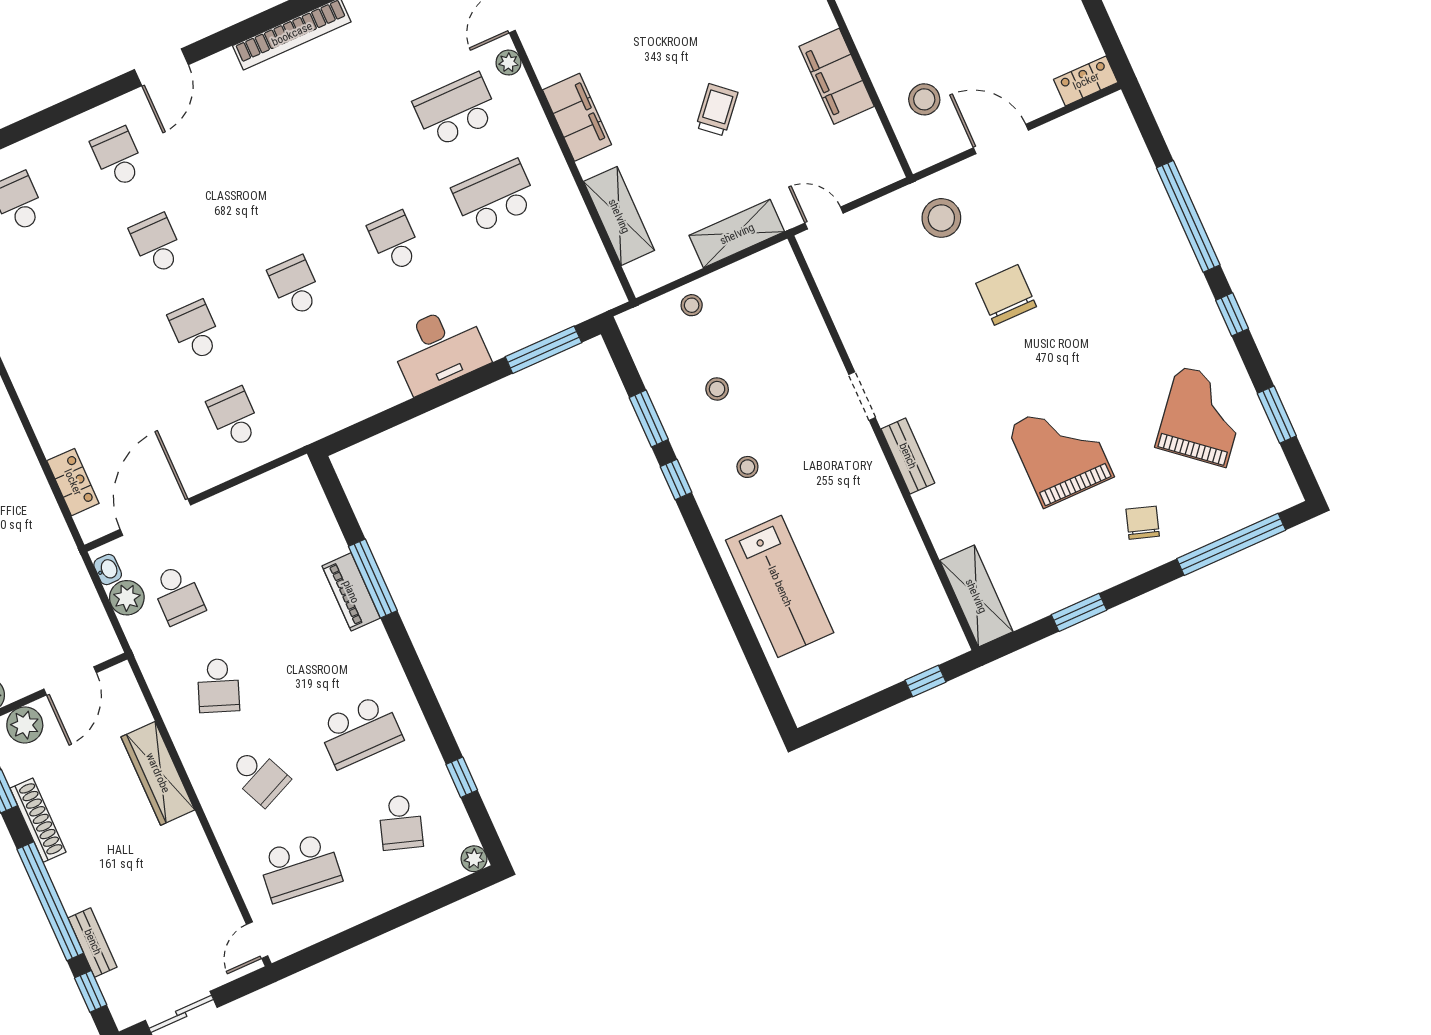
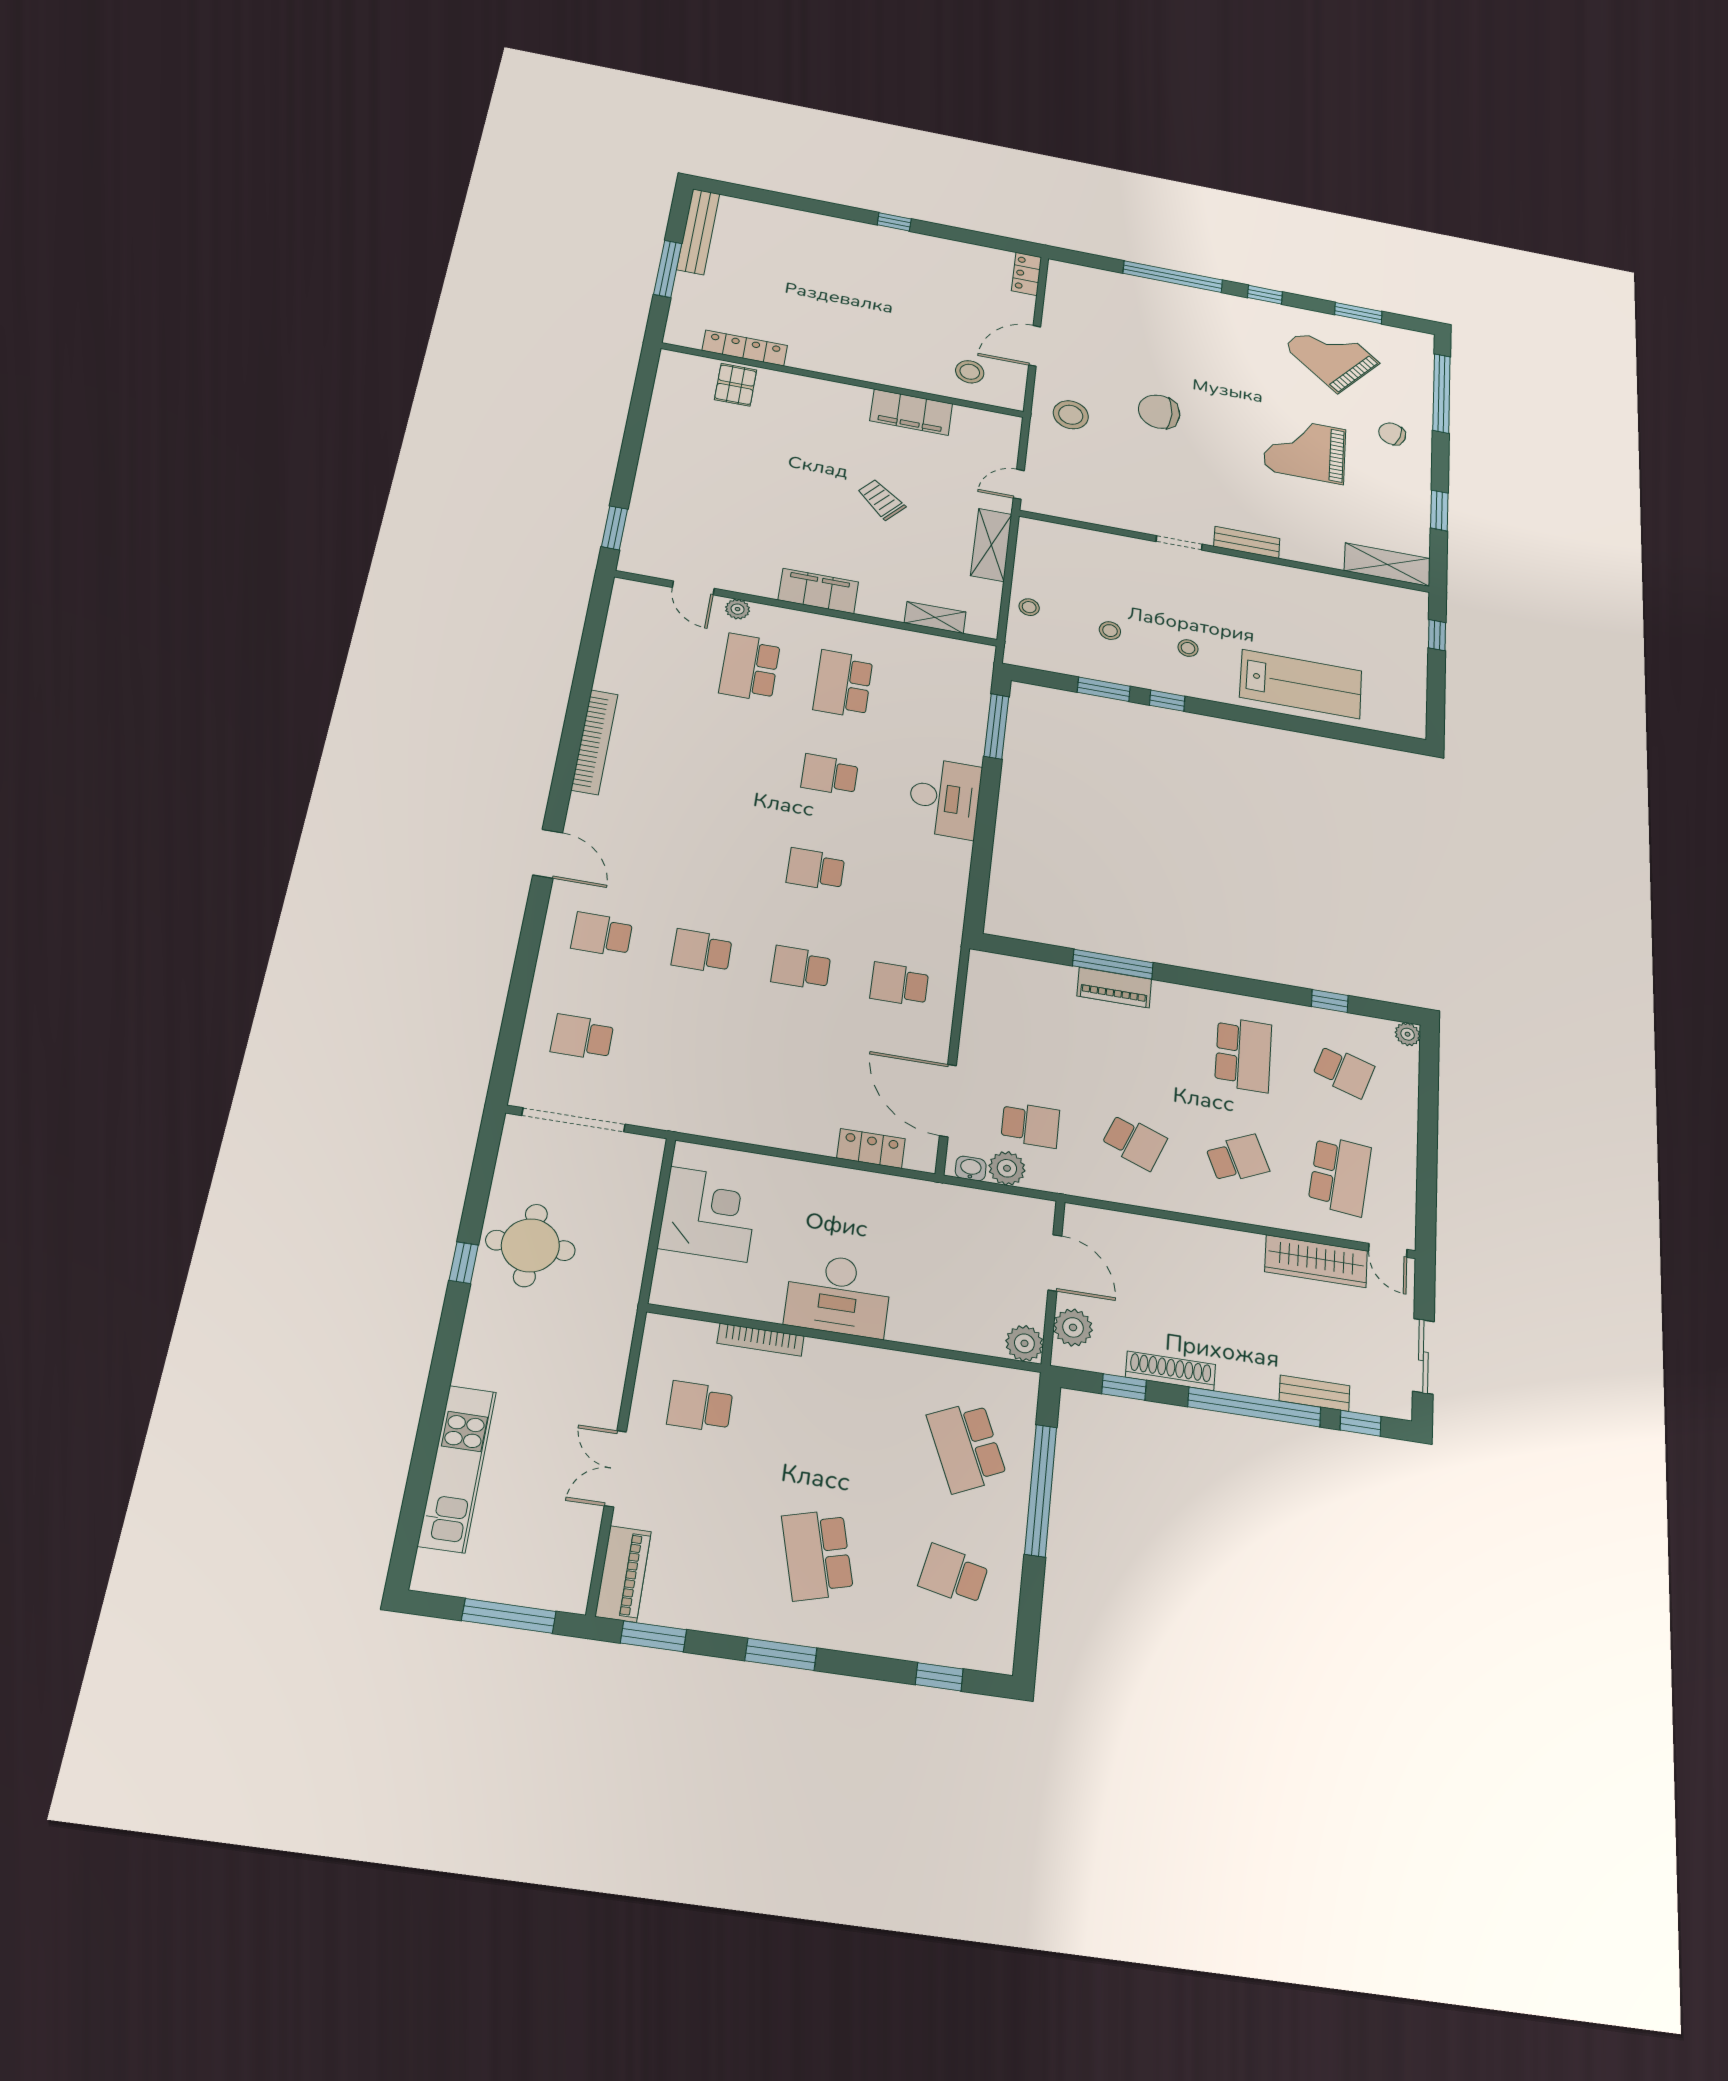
shelving: (619, 216) -> (935, 617), width x0.67, depth x0.75
wardrobe: (158, 773) -> (1316, 1261), moved

